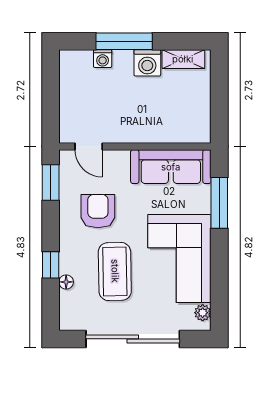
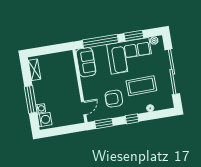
washing machine: (147, 63) -> (45, 120), moved
sofa: (171, 167) -> (86, 62), width x0.73
window: (219, 203) -> (100, 41), width x1.46
window: (51, 265) -> (132, 119), moved
window: (219, 273) -> (134, 36), added

